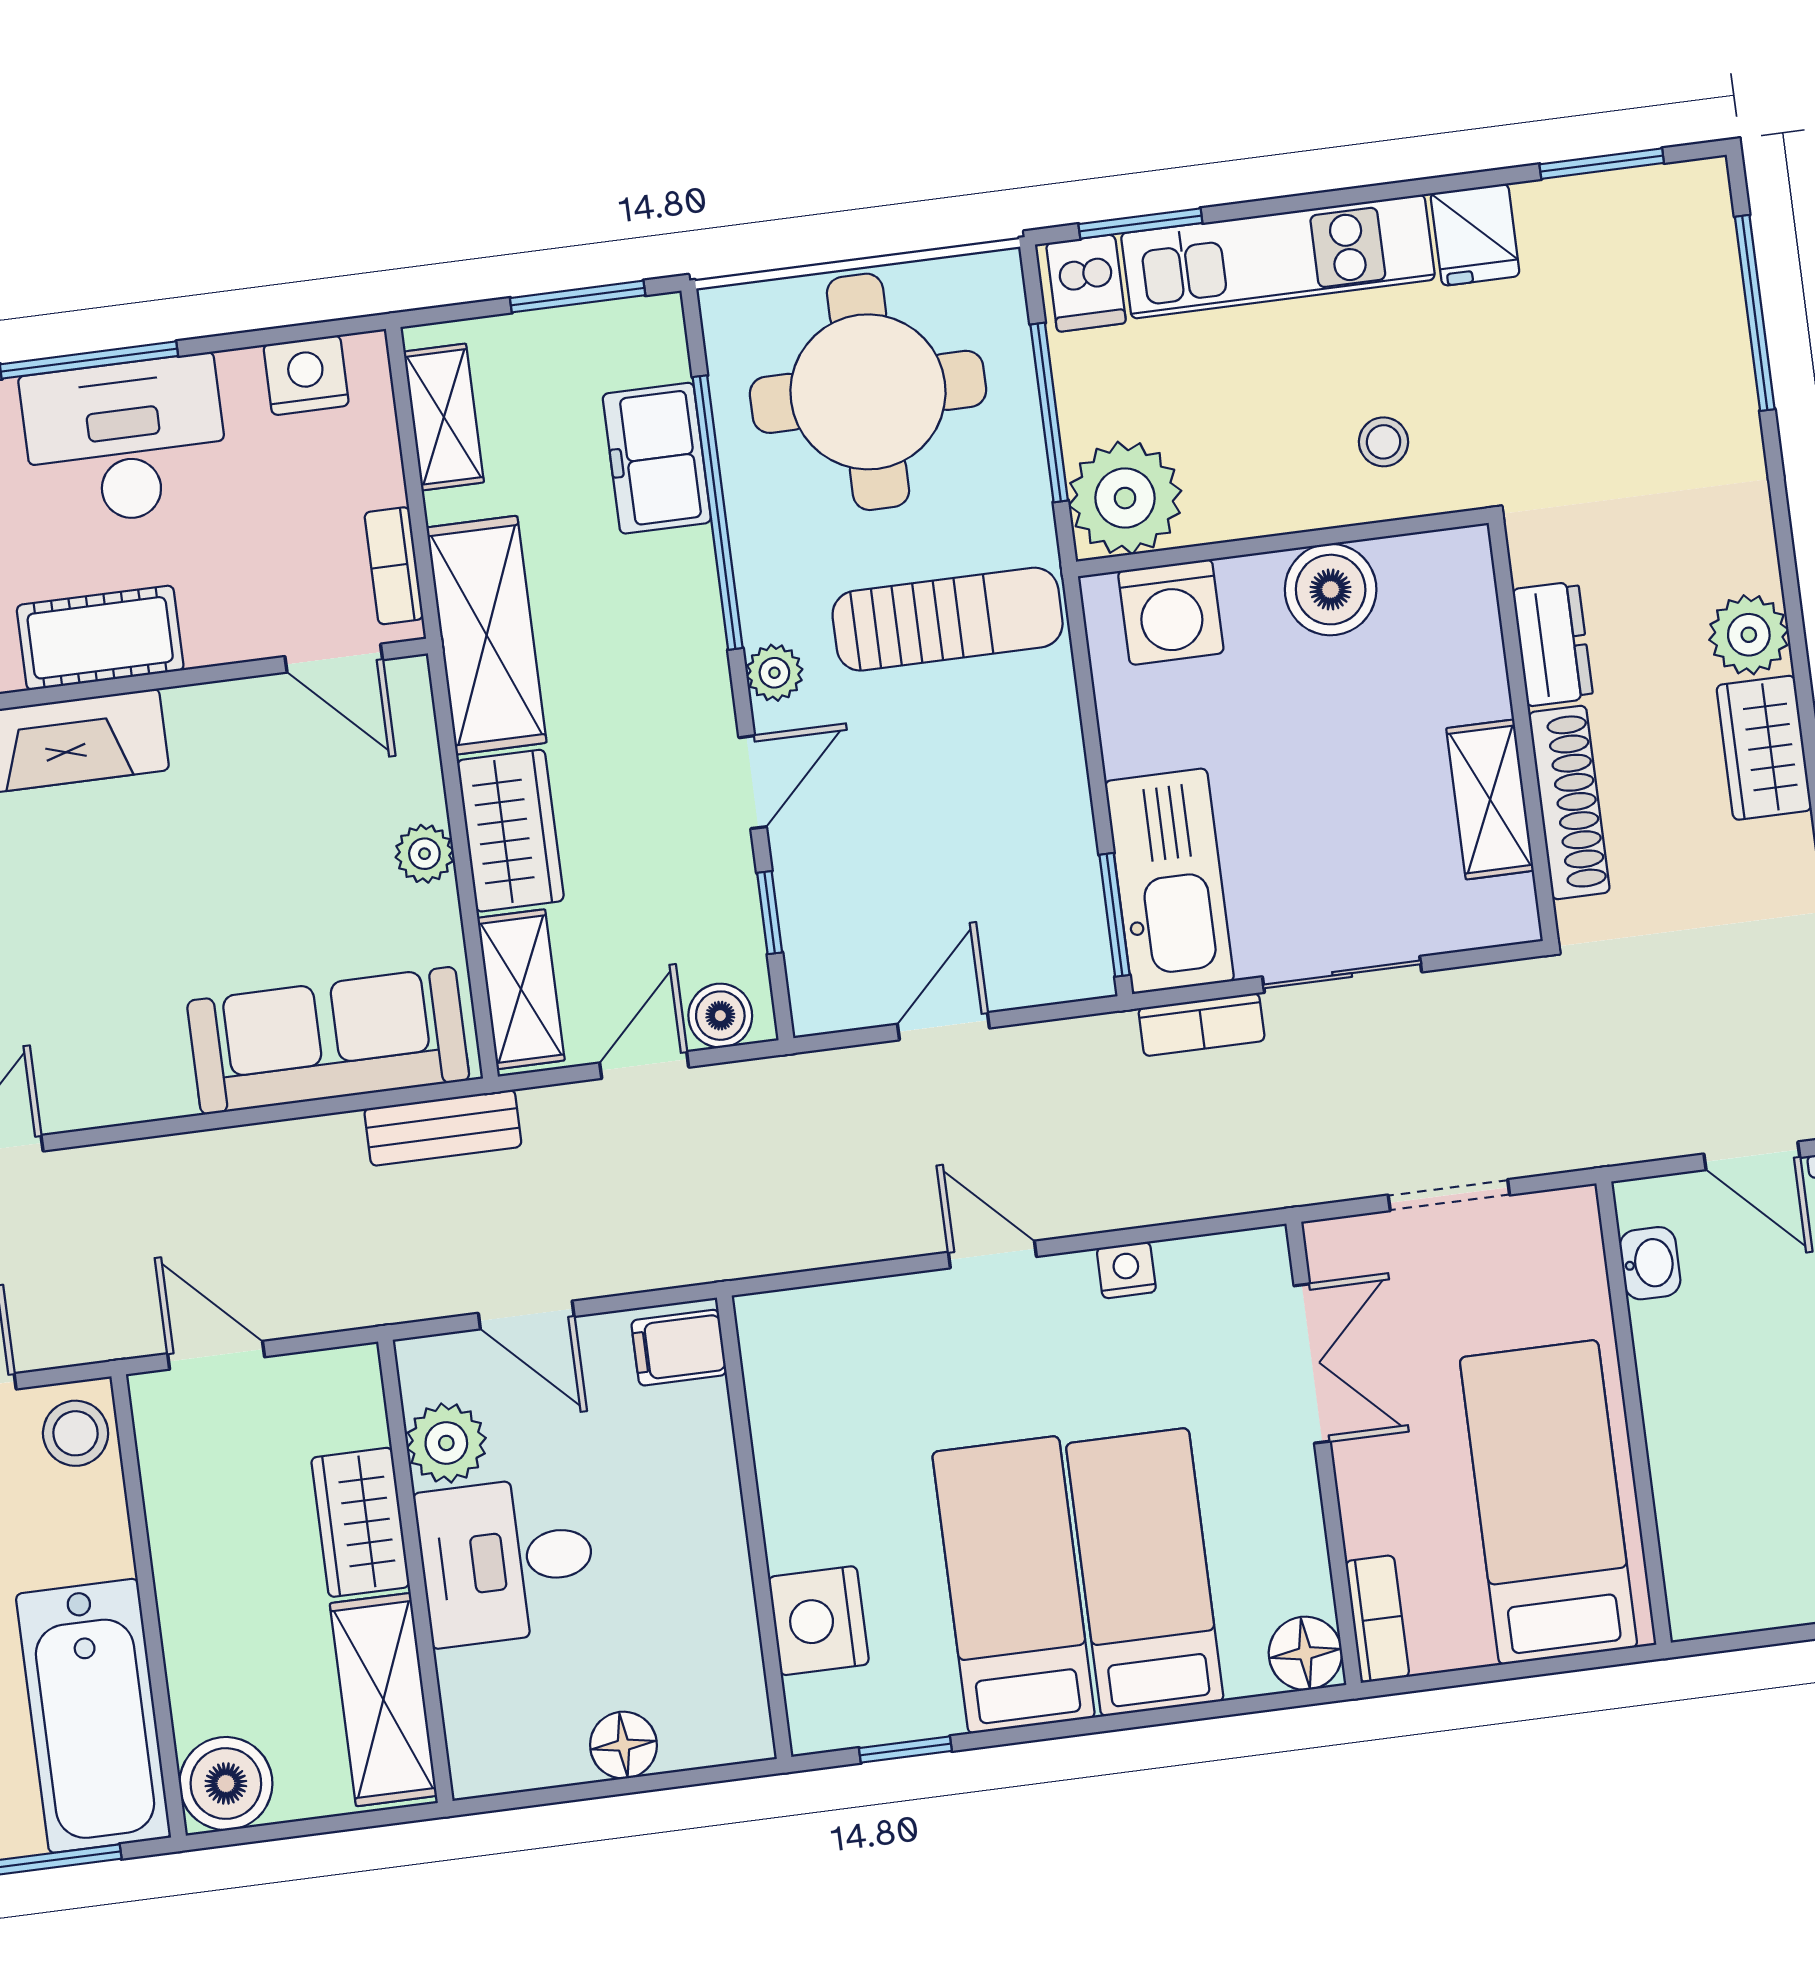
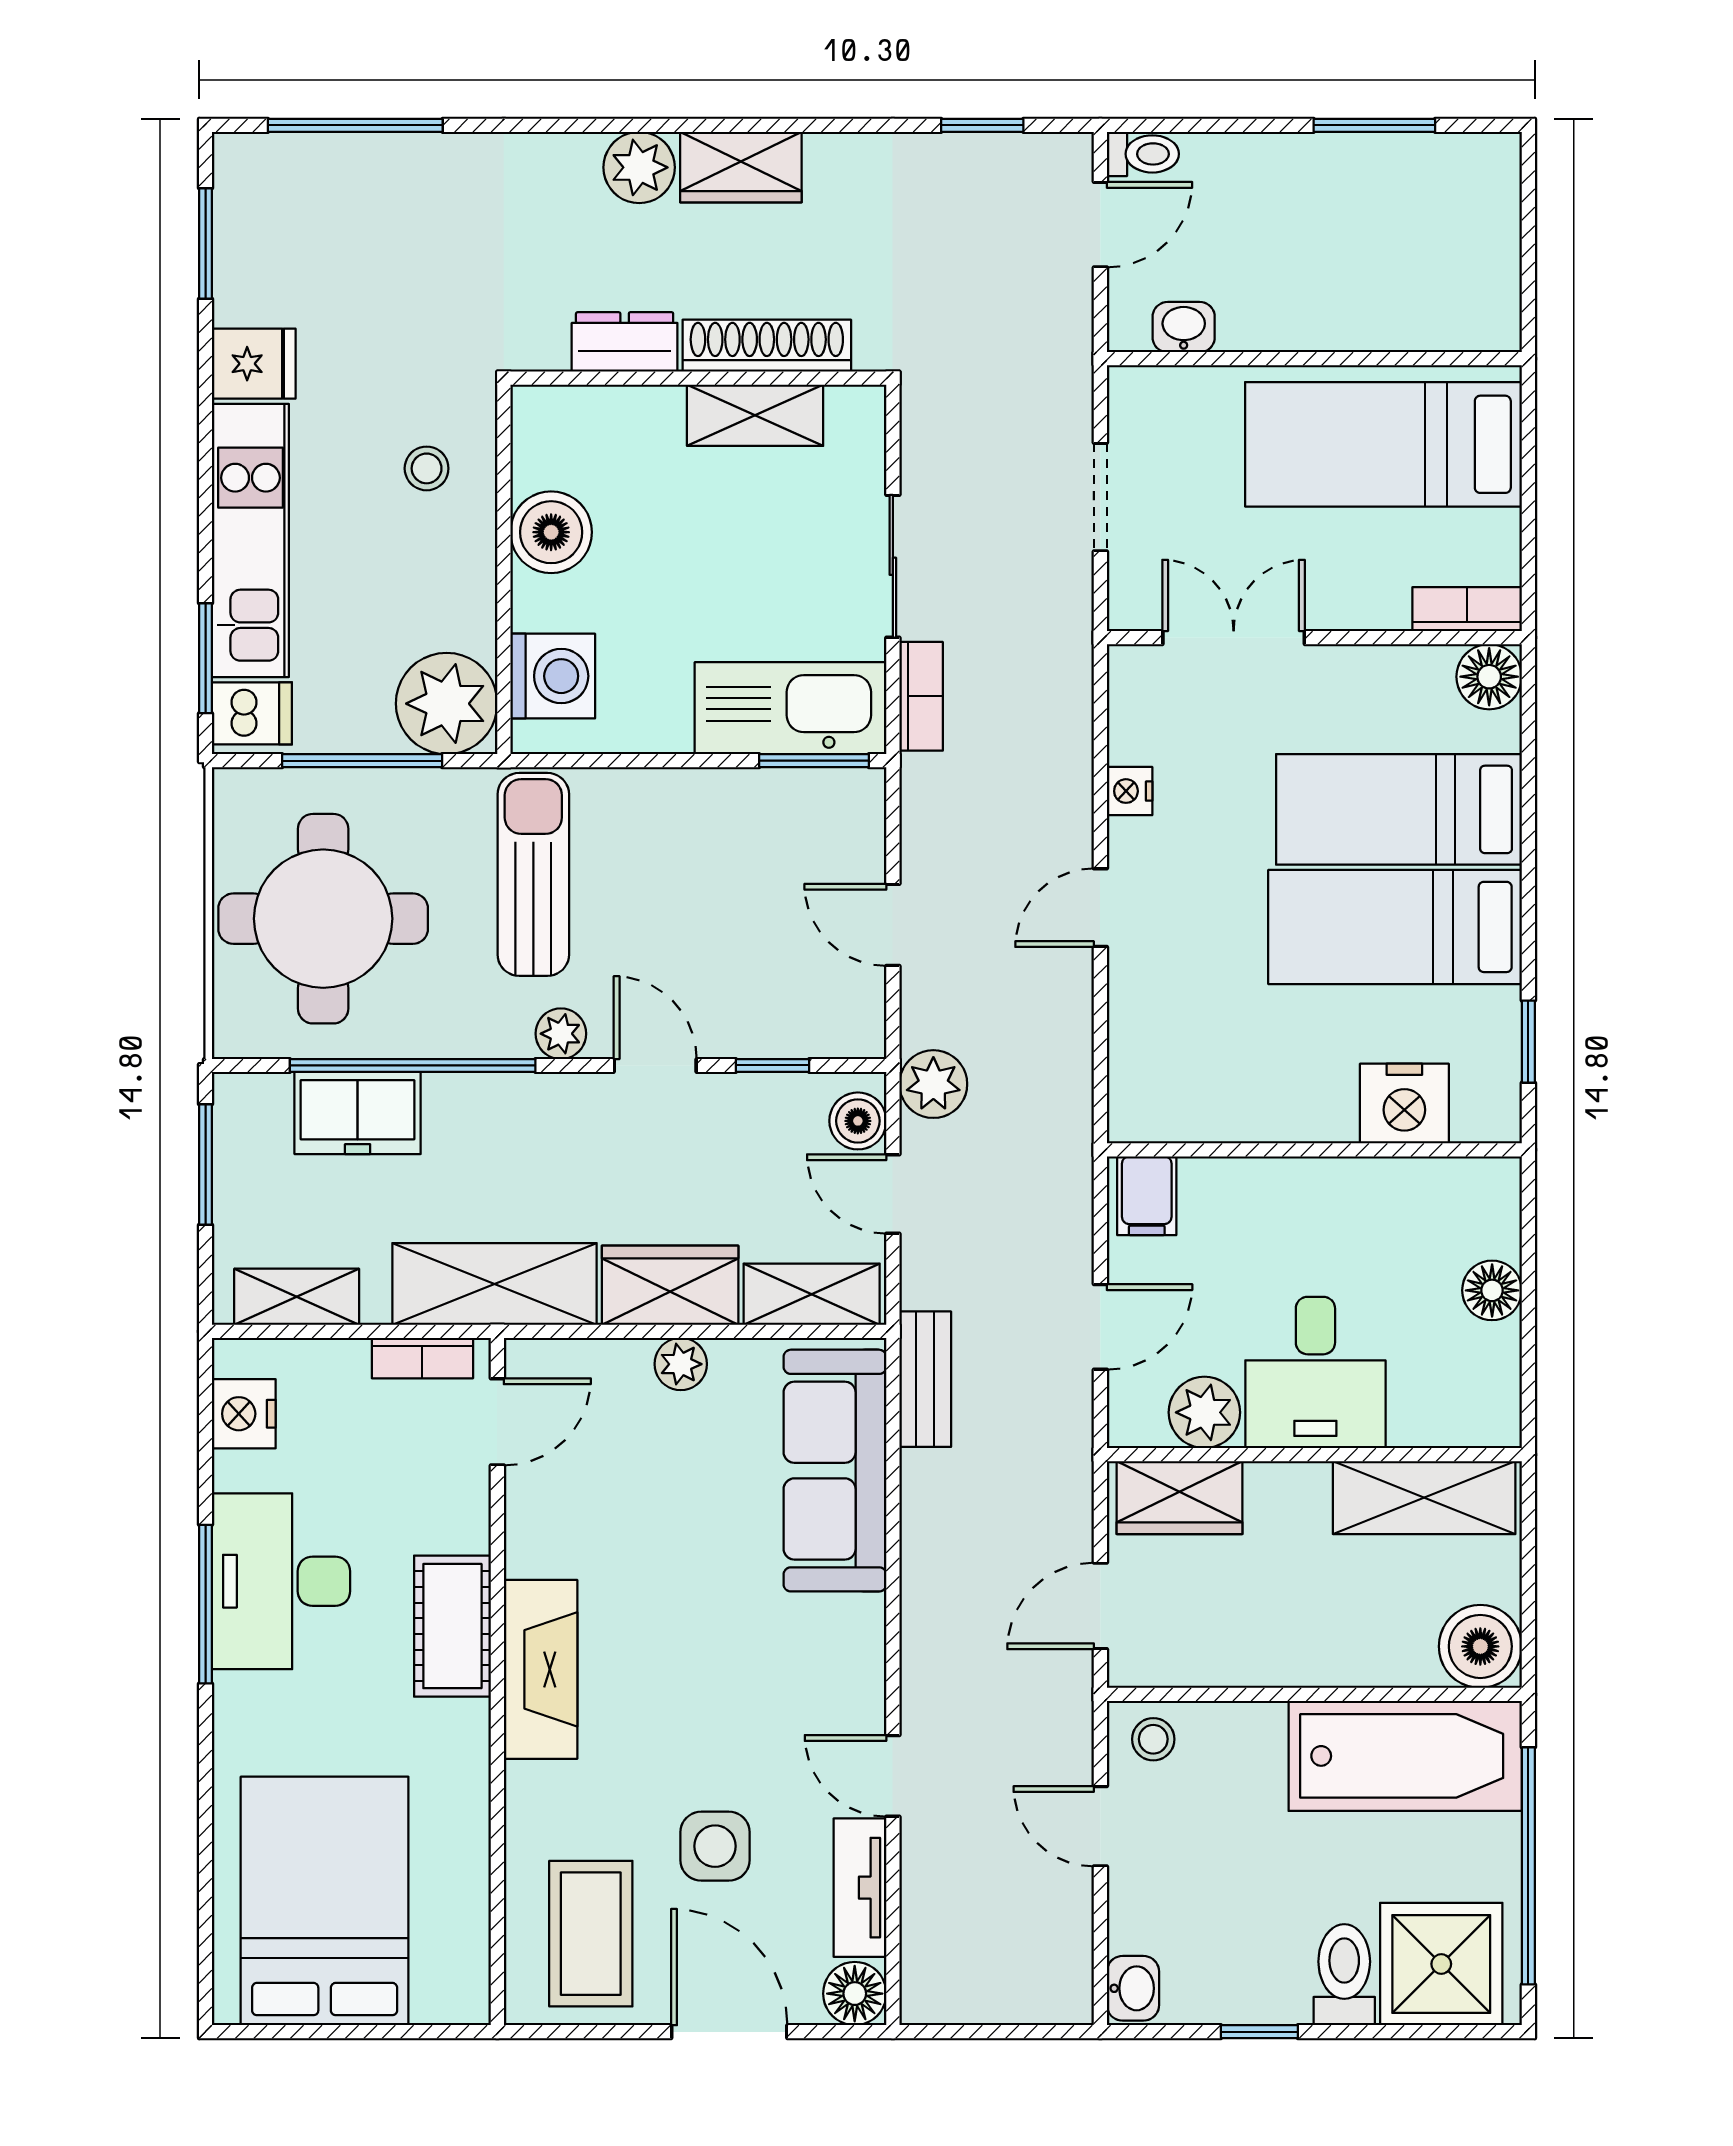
plant: (772, 1094) -> (933, 1084), added
stool: (76, 1433) -> (1153, 1739), width x0.73, depth x0.73
wardrobe: (360, 1522) -> (1180, 1498), moved

